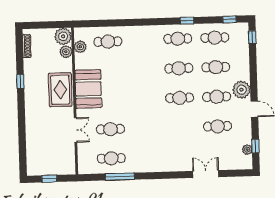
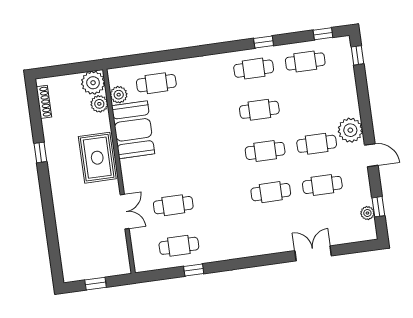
cafe table: (216, 67) -> (271, 192), moved
booth: (88, 89) -> (133, 130), moved
window: (120, 177) -> (194, 270), width x0.46

